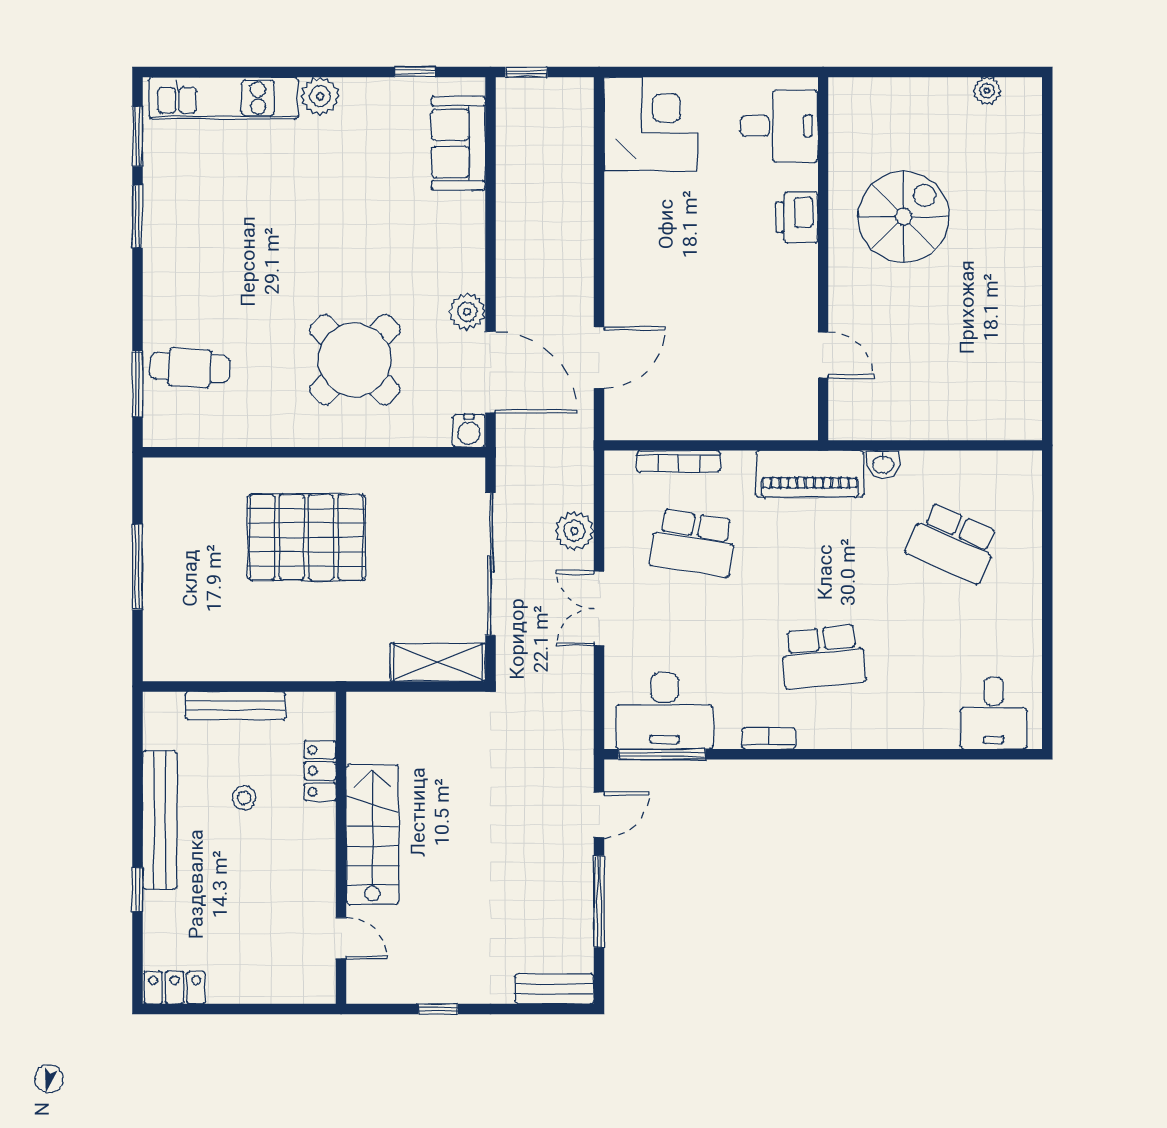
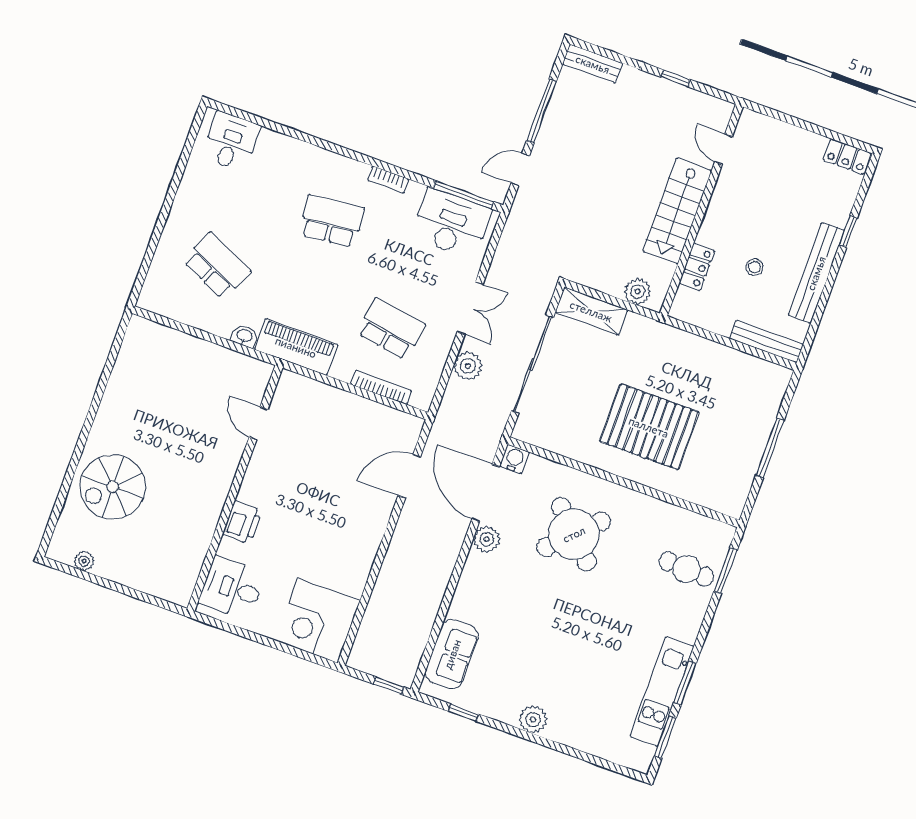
kitchen unit: (223, 98) -> (662, 691), moved, turned -90
spiral stairs: (904, 217) -> (113, 487), moved
bench: (235, 706) -> (766, 341), moved
plant: (386, 710) -> (638, 291), added

